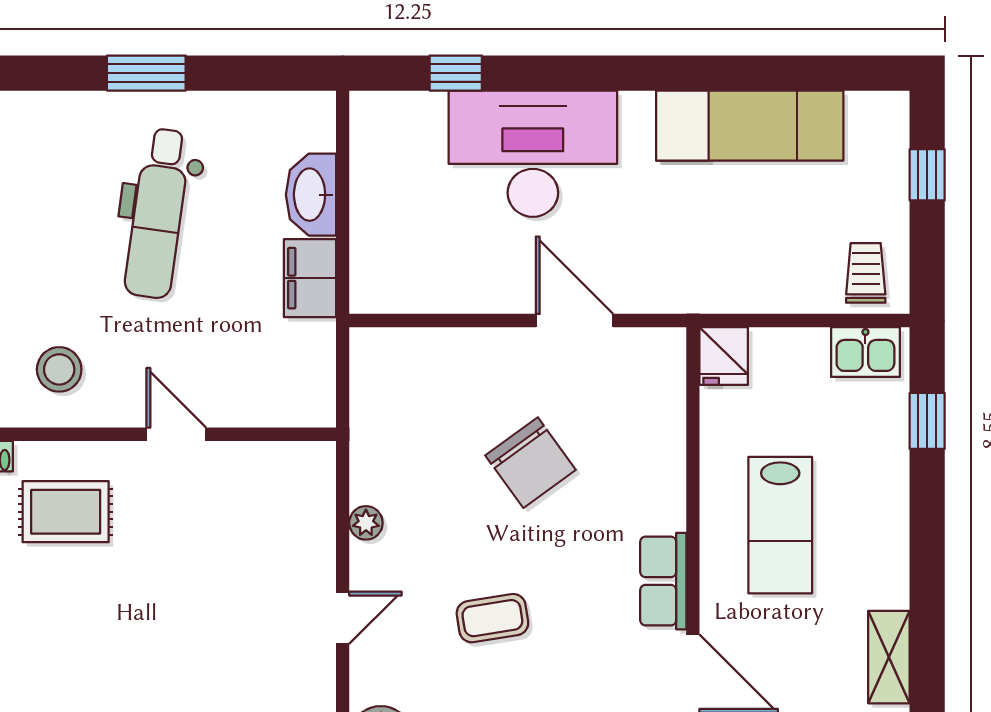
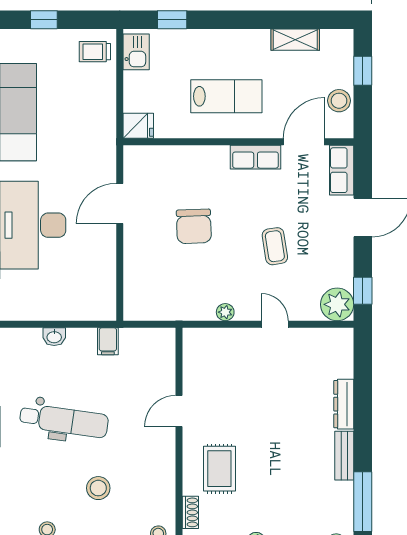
washbasin: (311, 195) -> (54, 337), width x0.52, depth x0.69
filing cabinet: (310, 278) -> (108, 341), width x0.50
stool: (59, 369) -> (98, 488), moved
chair: (531, 463) -> (194, 226), turned 124

